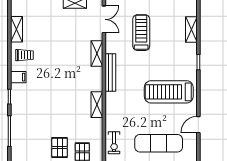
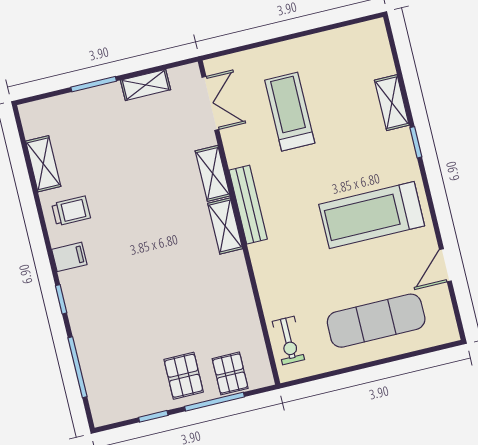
shelving: (191, 30) -> (392, 103), moved
shelving: (97, 105) -> (225, 226), moved

